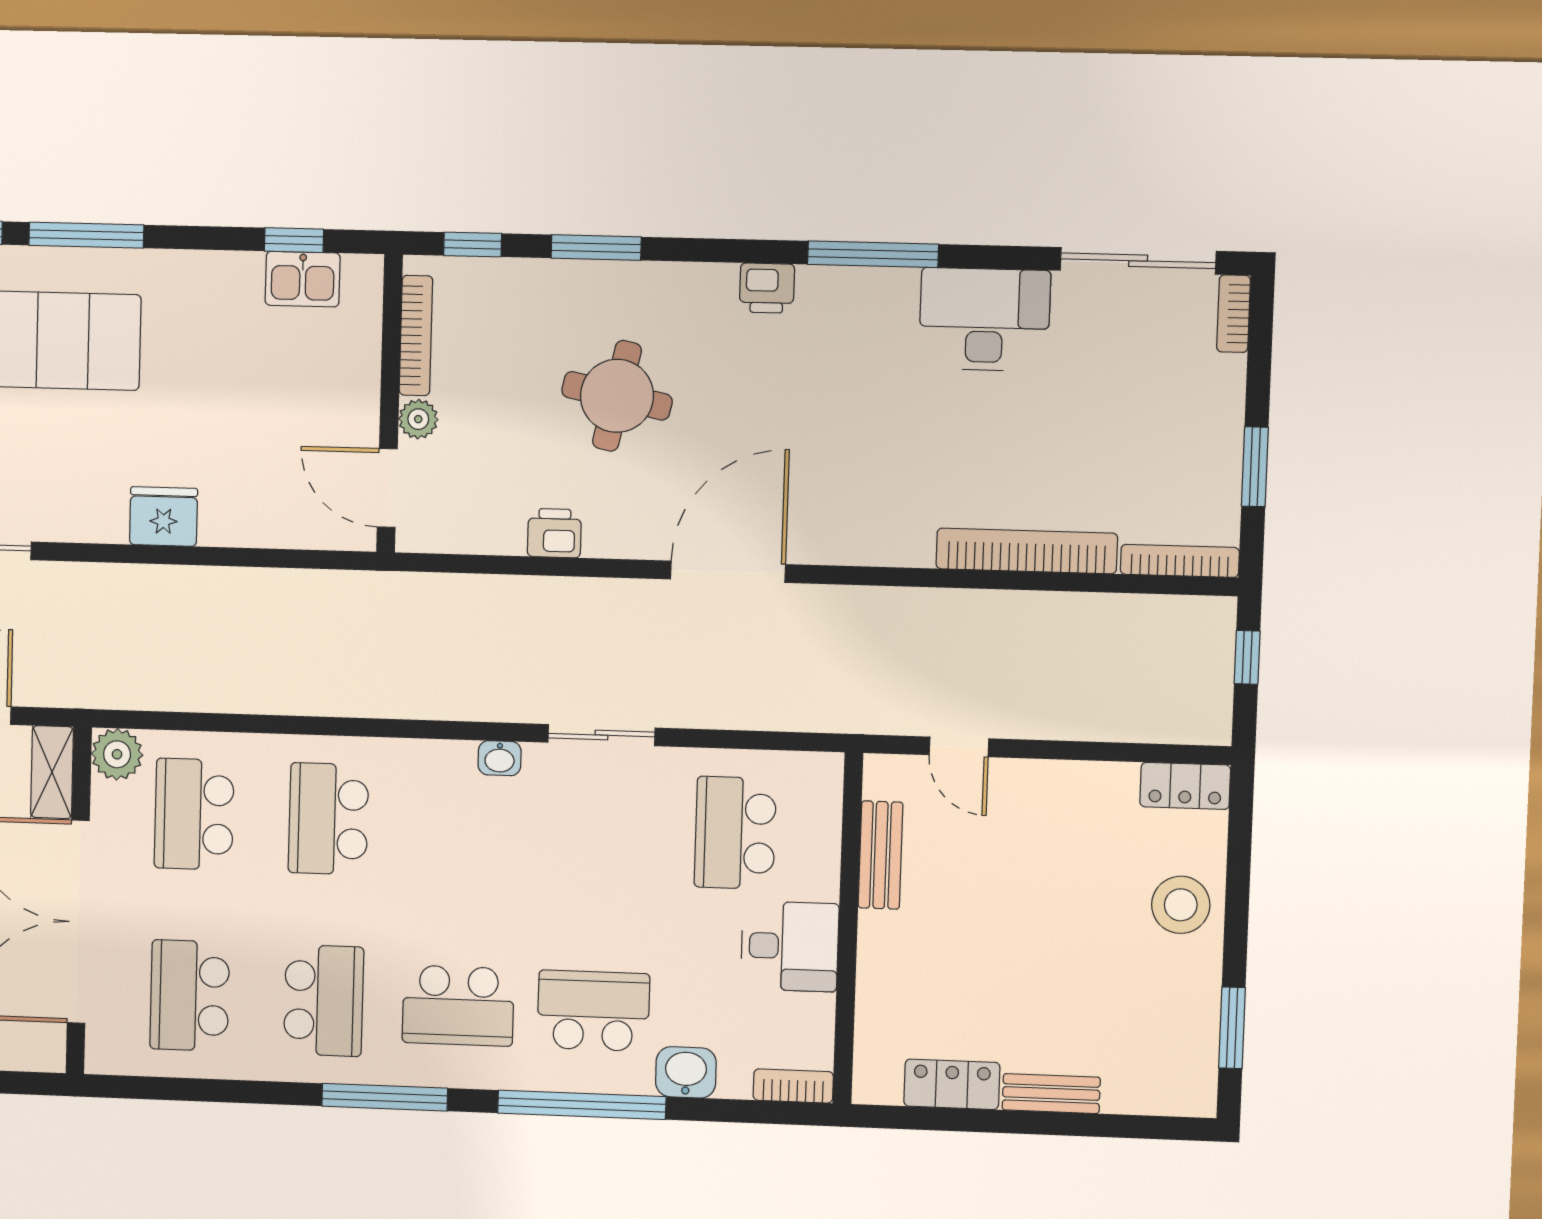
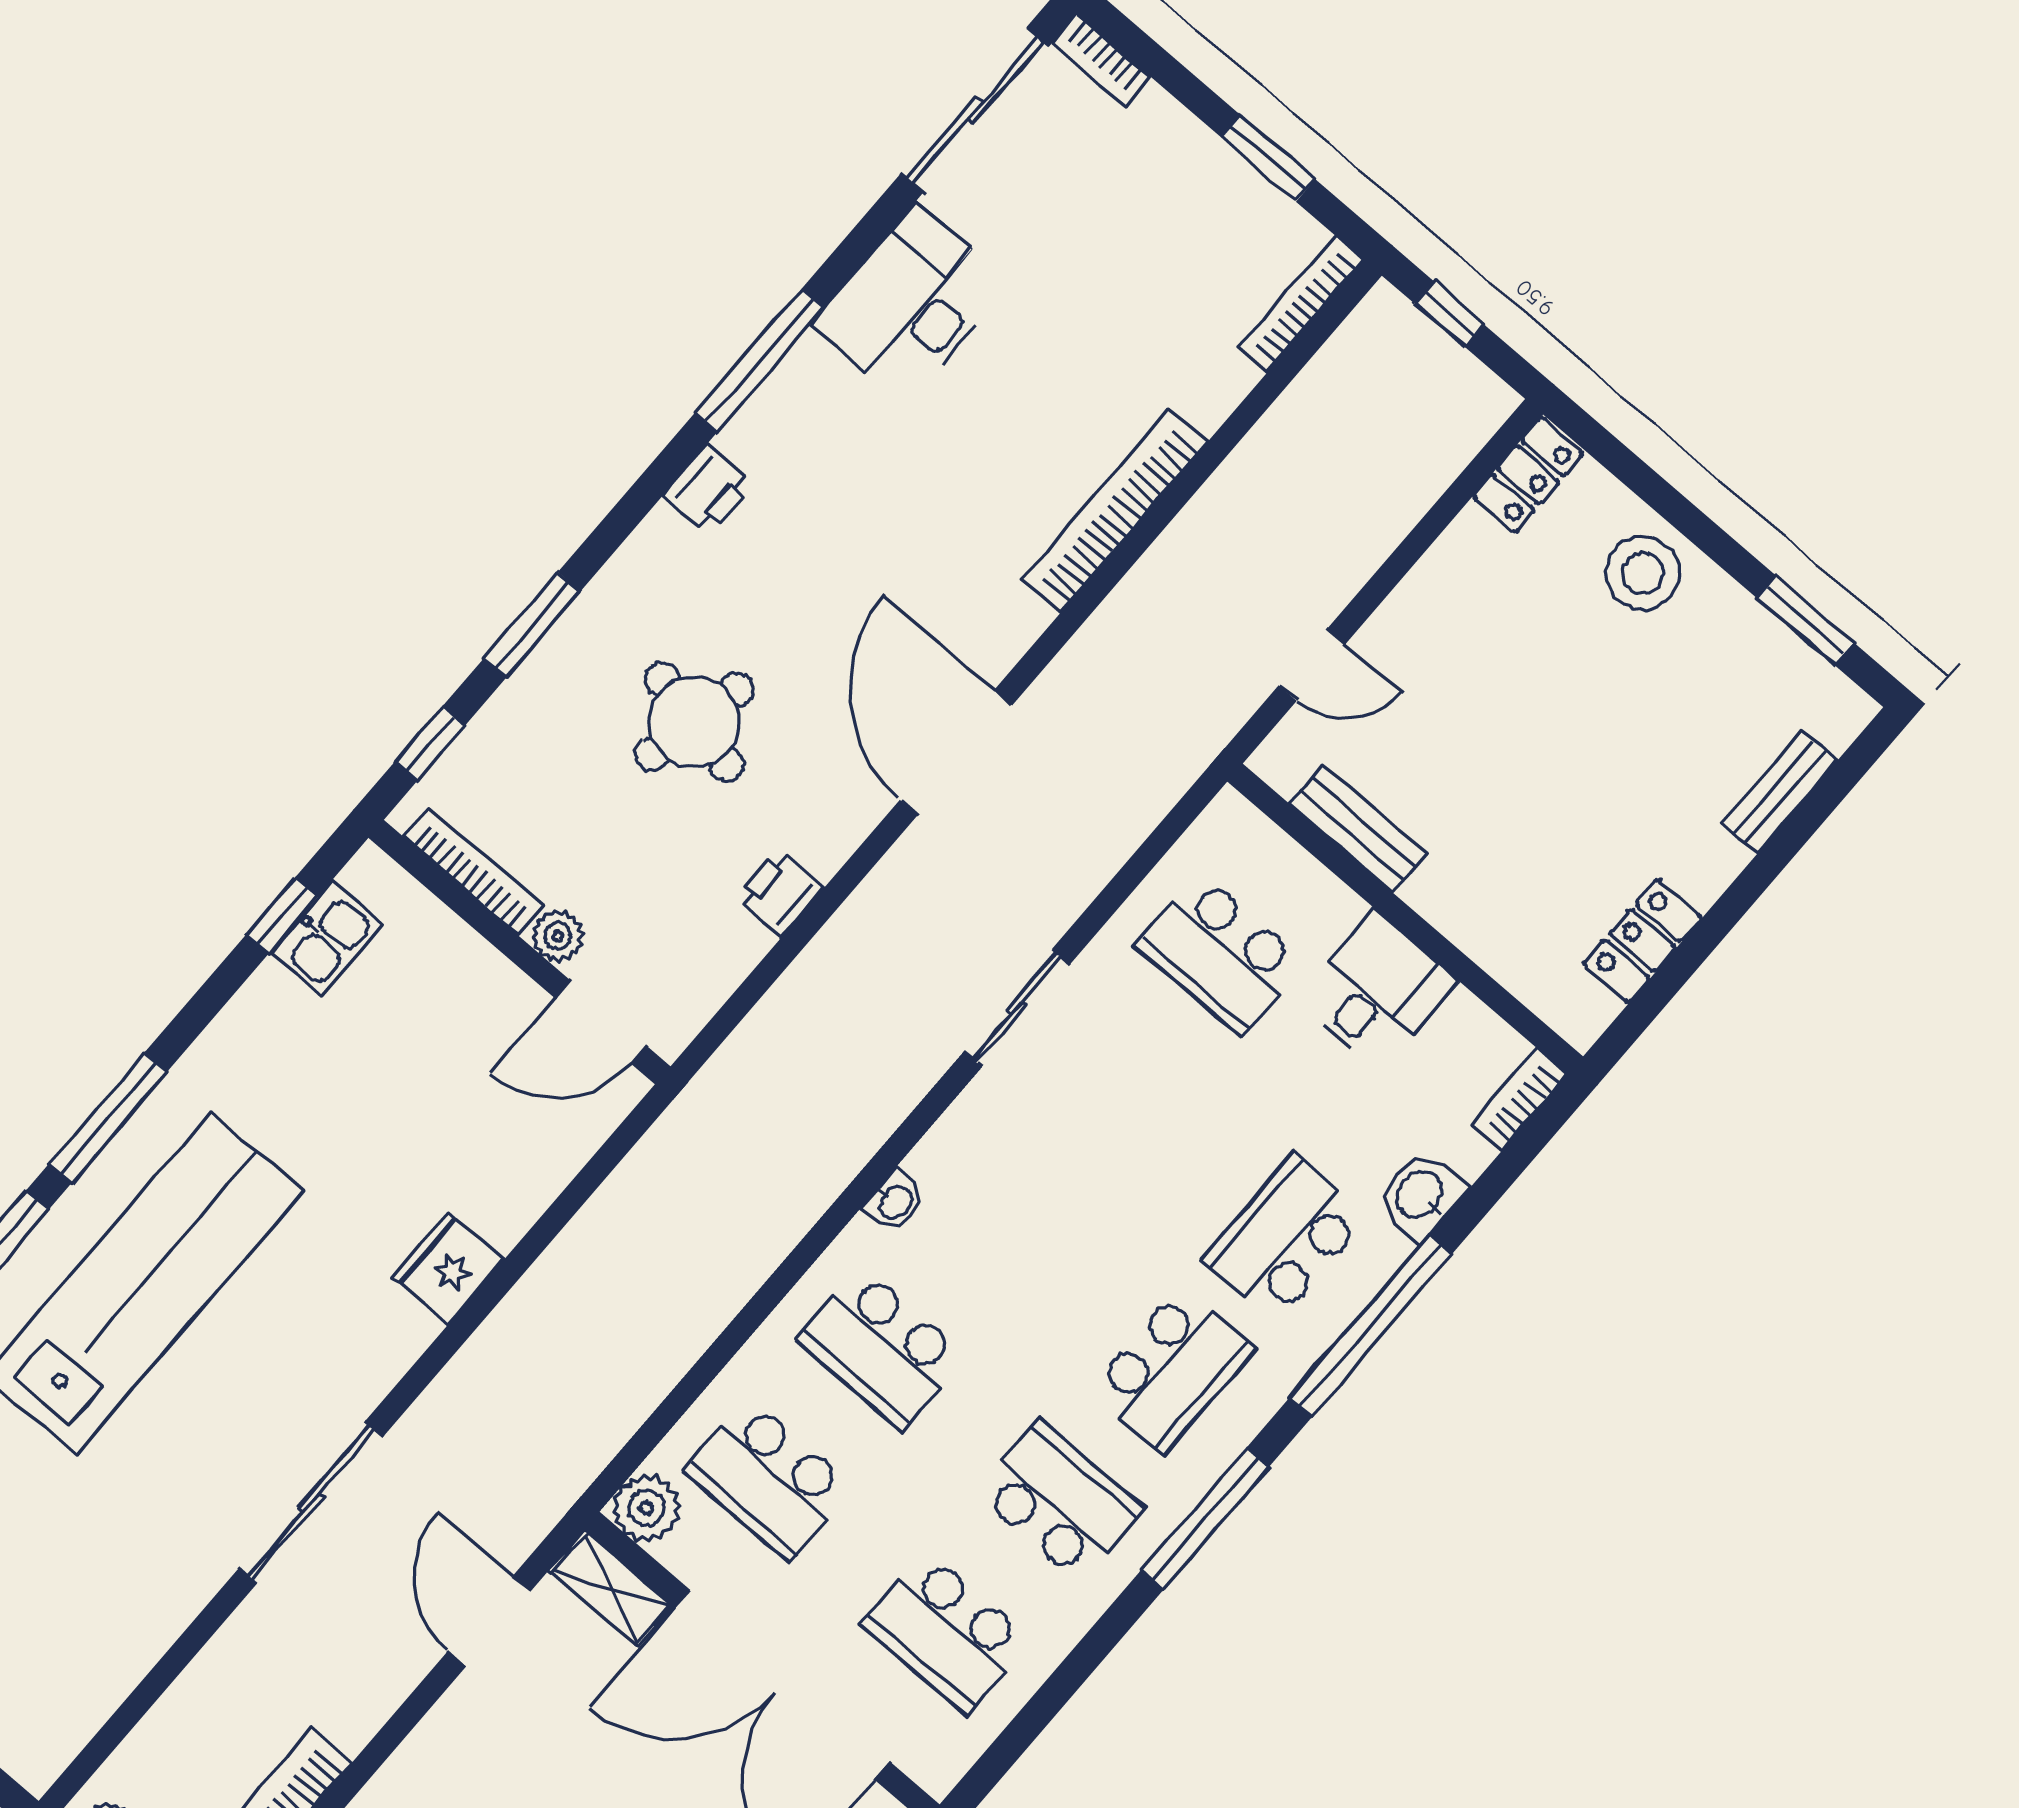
bookcase: (1027, 551) -> (1114, 511), moved
washbasin: (500, 758) -> (895, 1201), moved
bench: (1051, 1094) -> (1779, 792), moved

